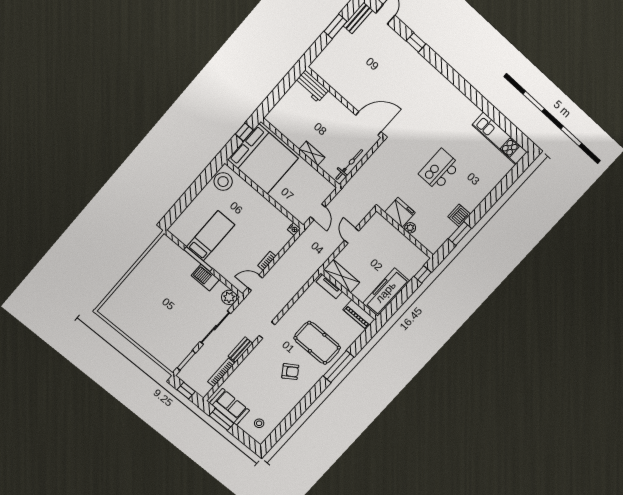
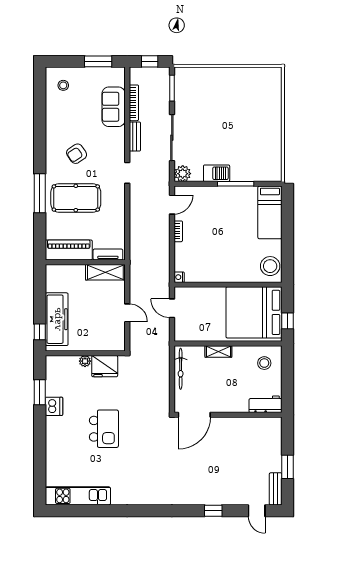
stool: (287, 117) -> (264, 363), added
bed: (211, 236) -> (270, 212), moved
freezer: (386, 292) -> (57, 319), moved
piano: (359, 314) -> (69, 250), width x1.37, depth x1.33
sofa: (229, 407) -> (114, 107), moved, turned 90

